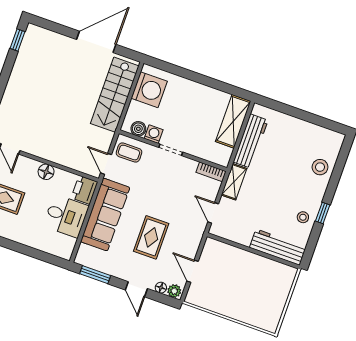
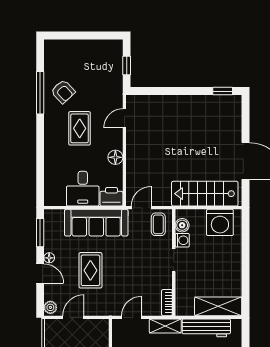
rug: (151, 237) -> (90, 270), turned 90
floor lamp: (161, 288) -> (49, 258), moved
door: (136, 289) -> (40, 274), swing flipped

